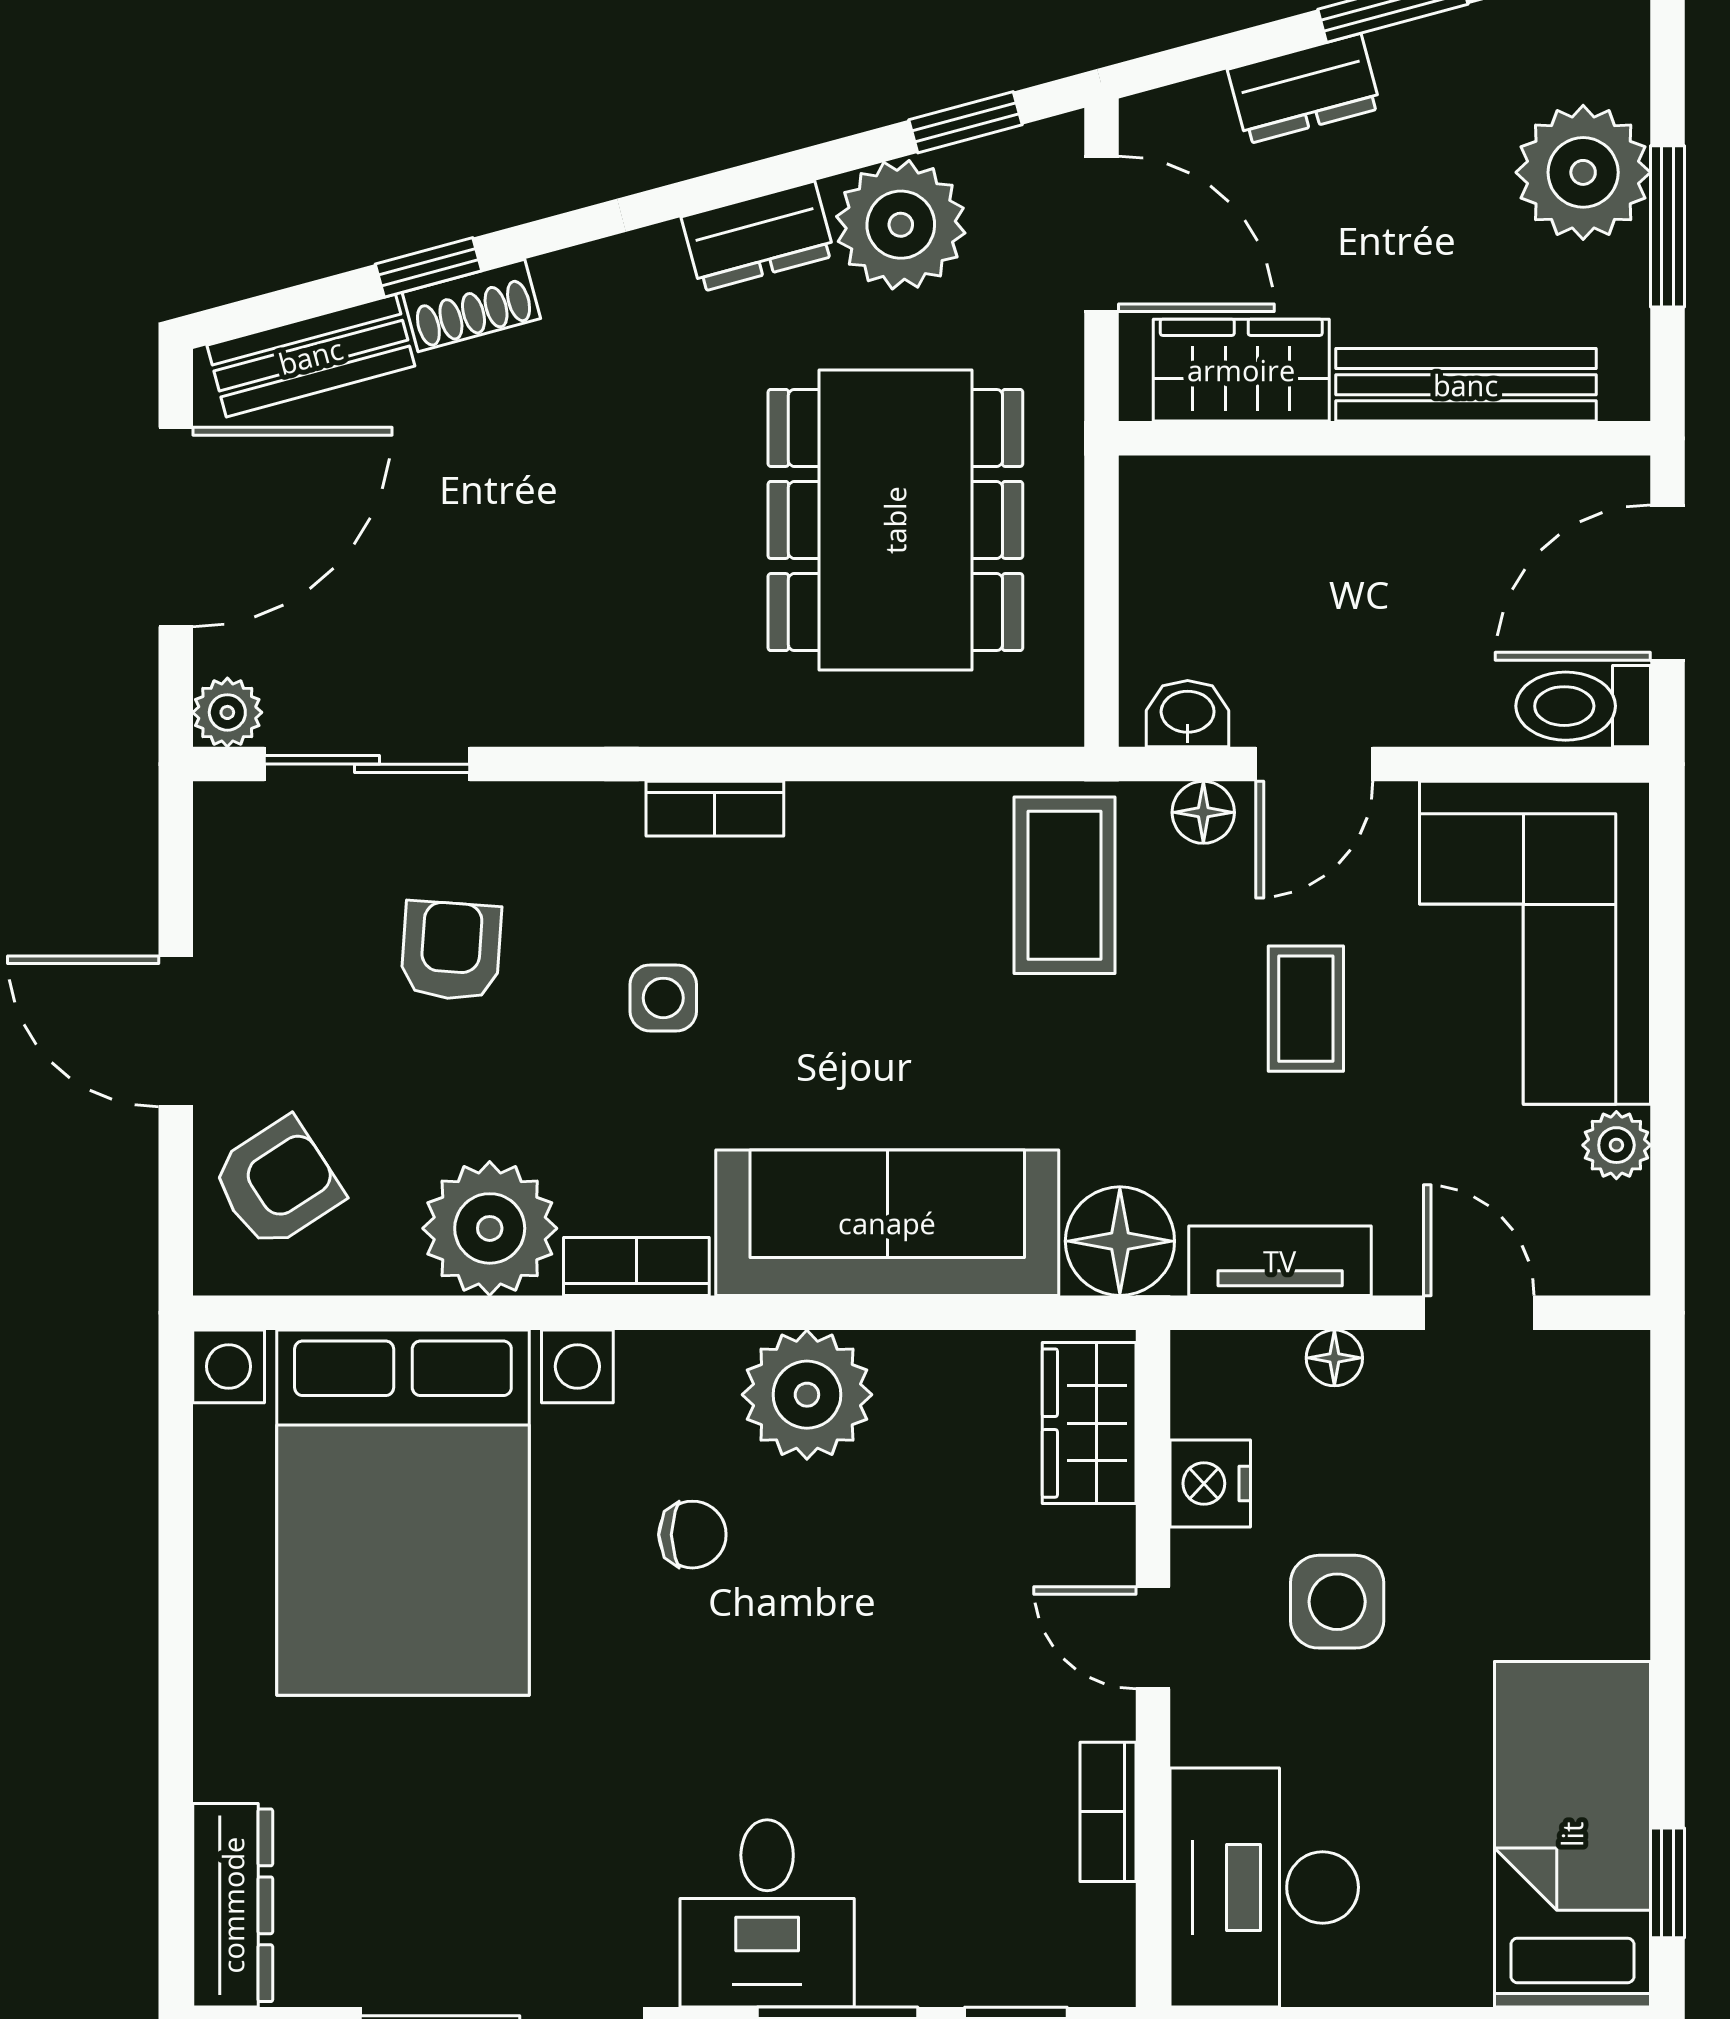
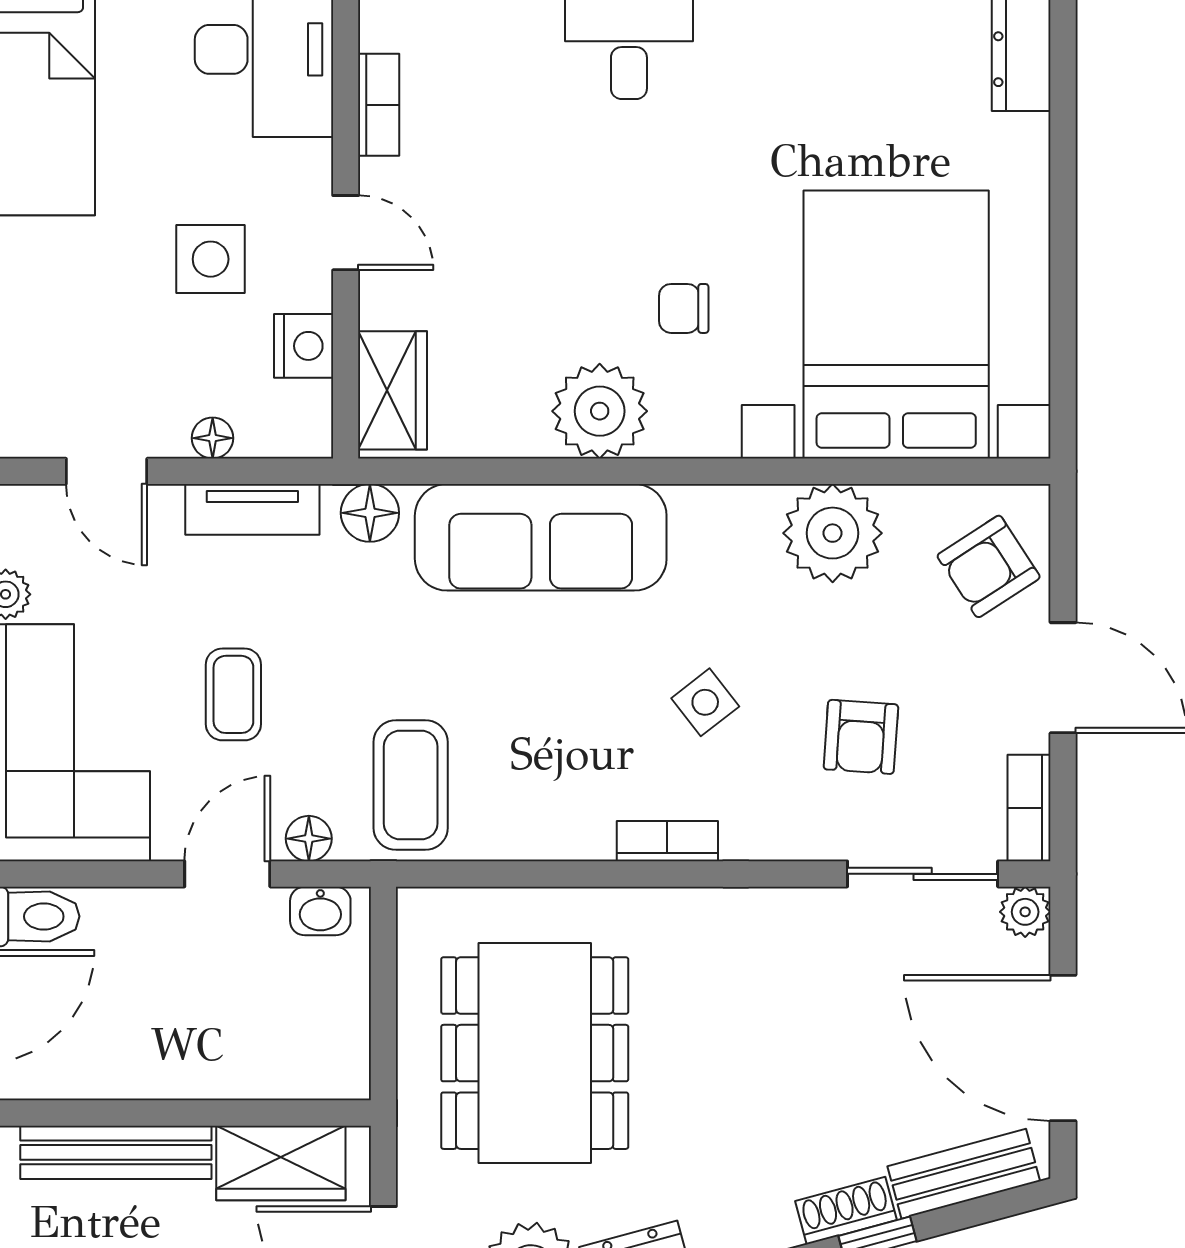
door: (176, 527) -> (1063, 1048), hinge flipped
side table: (663, 998) -> (705, 702), turned -38
floor lamp: (1120, 1241) -> (370, 513), width x0.73, depth x0.73
bookcase: (636, 1267) -> (1029, 808), moved, turned 90

